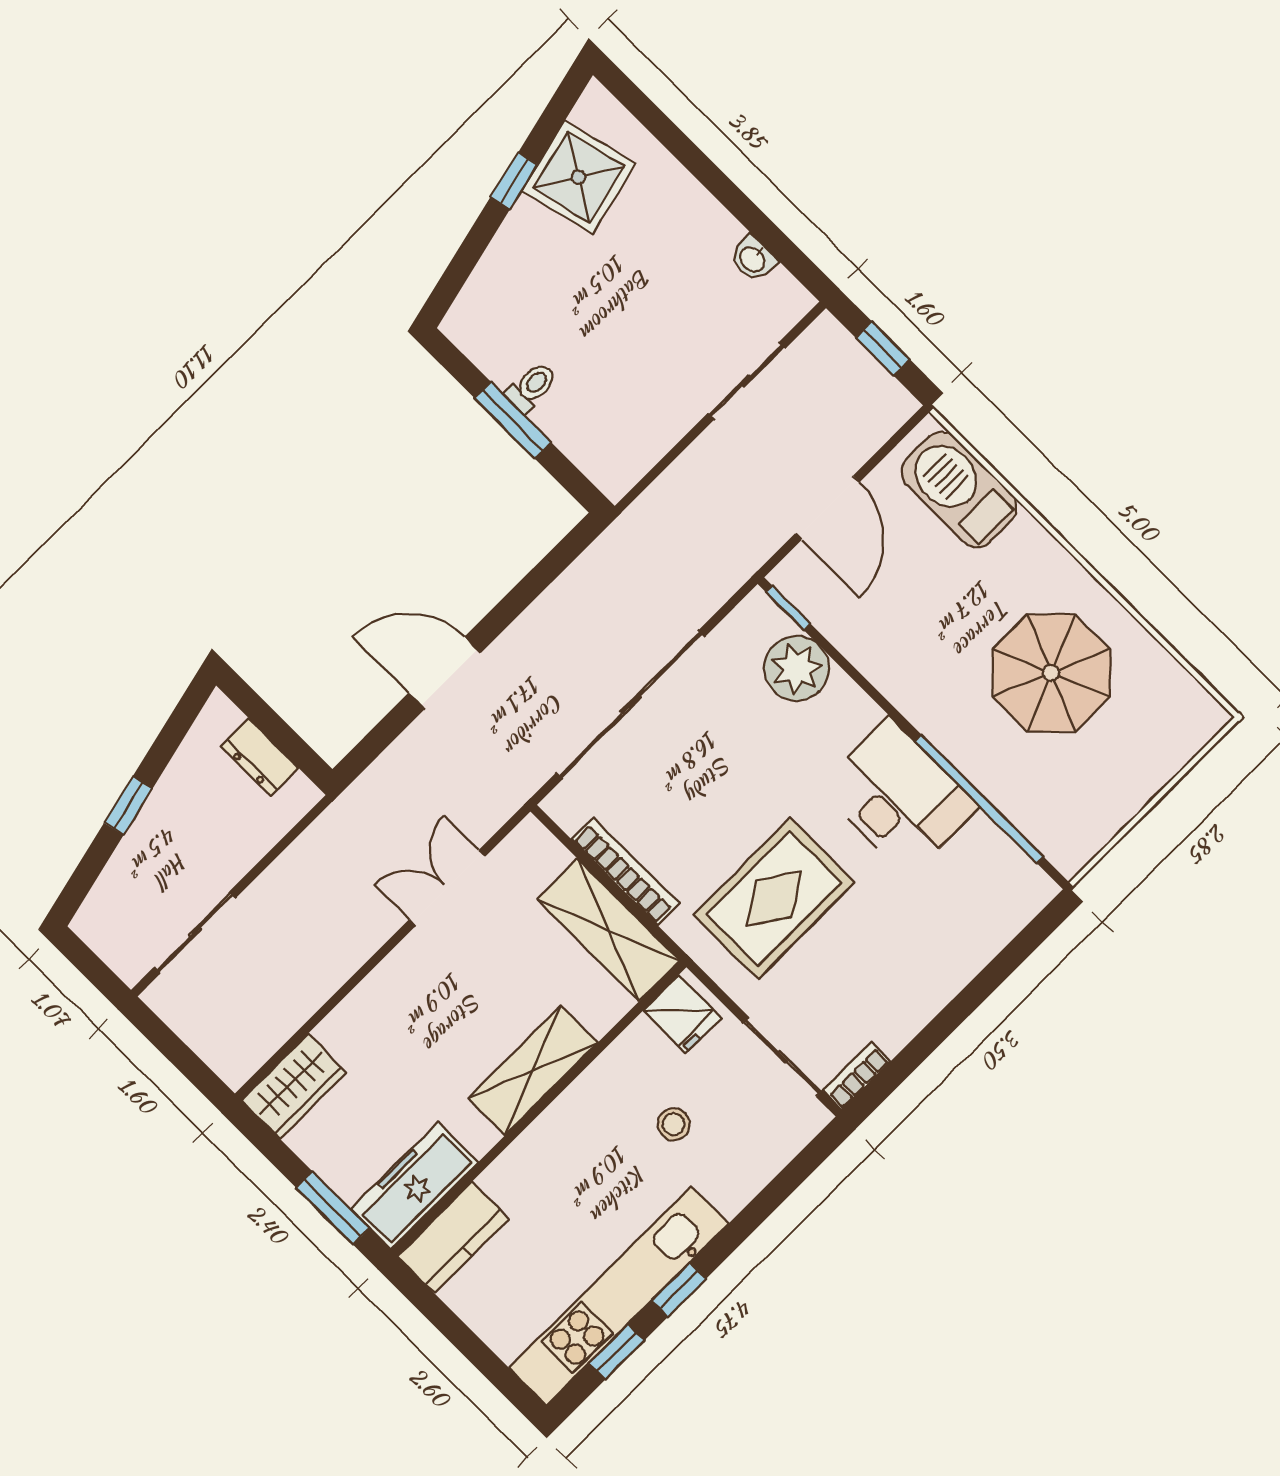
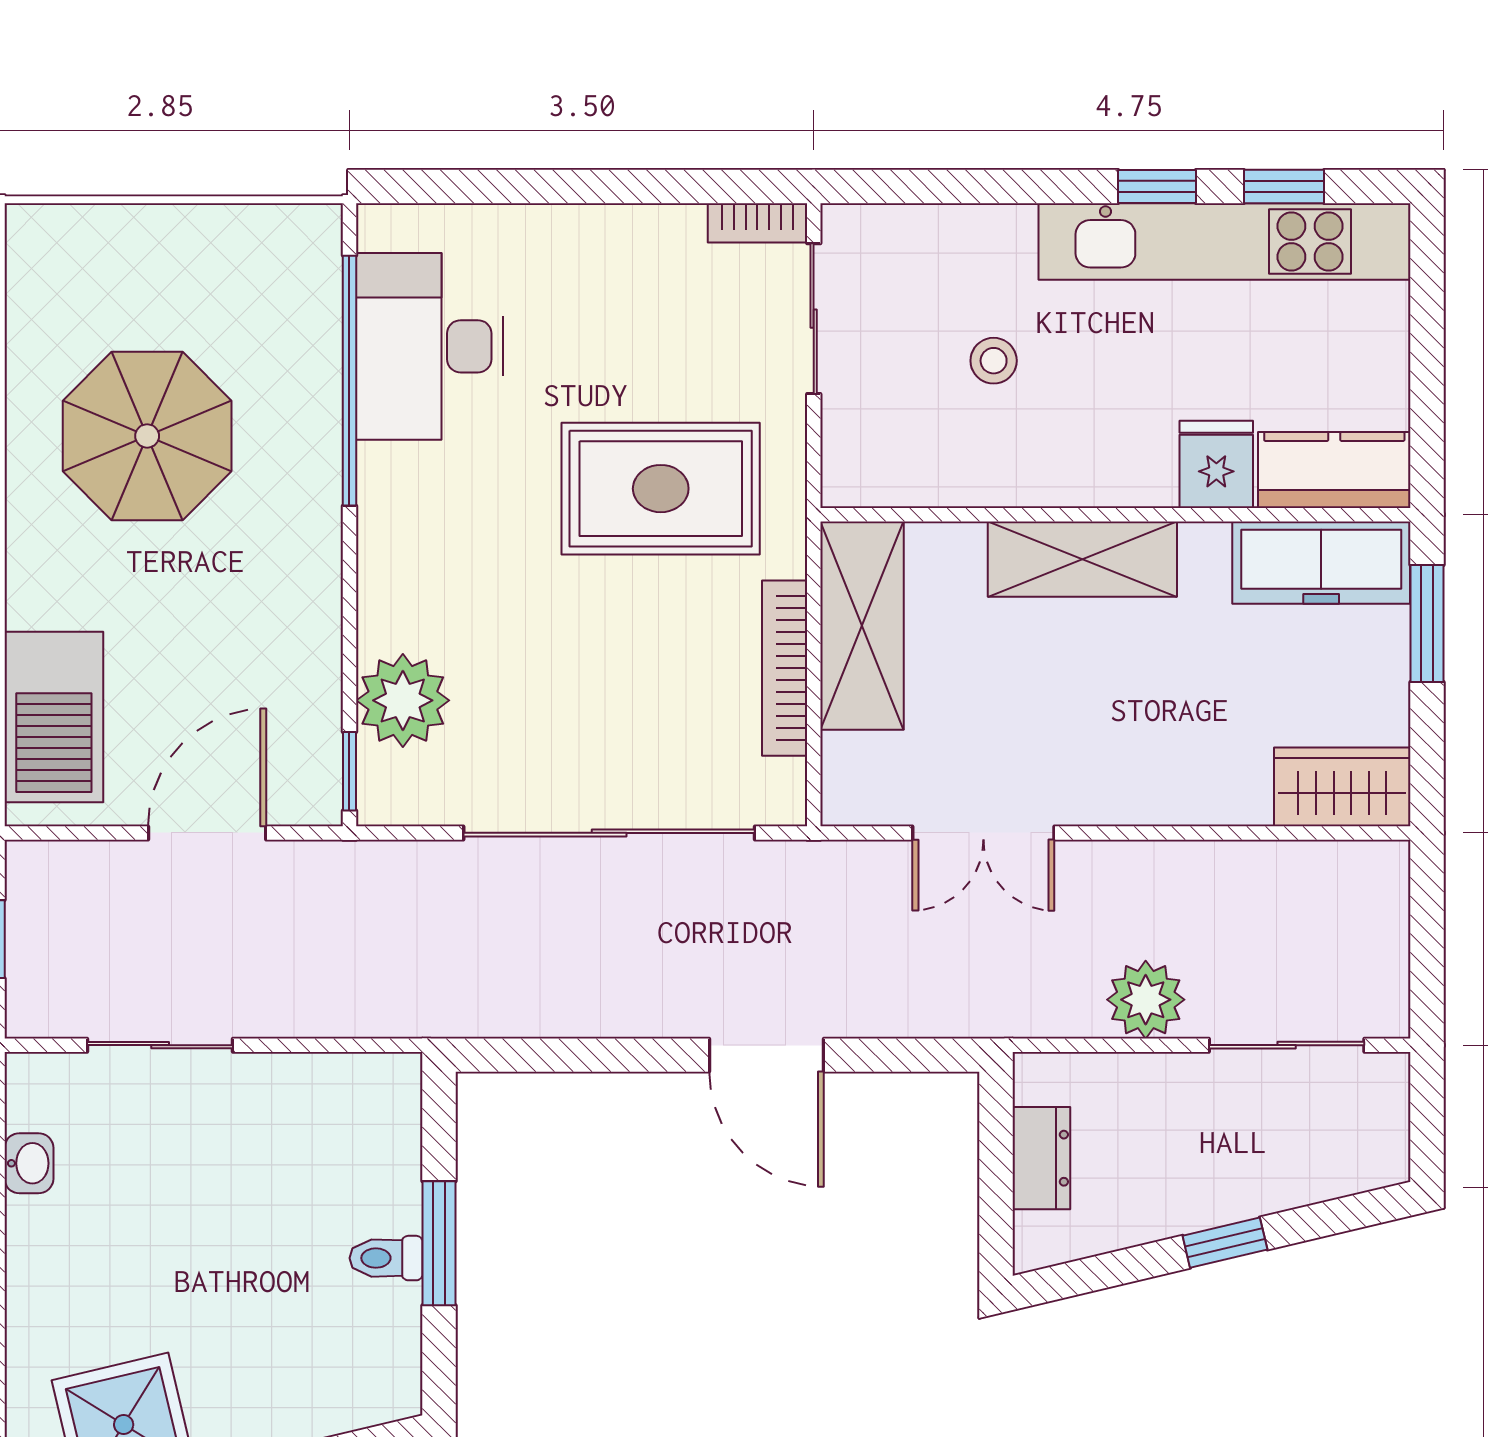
desk: (899, 797) -> (430, 346), moved
plant: (286, 886) -> (1146, 1000), added
fridge: (682, 1014) -> (1216, 464), moved

